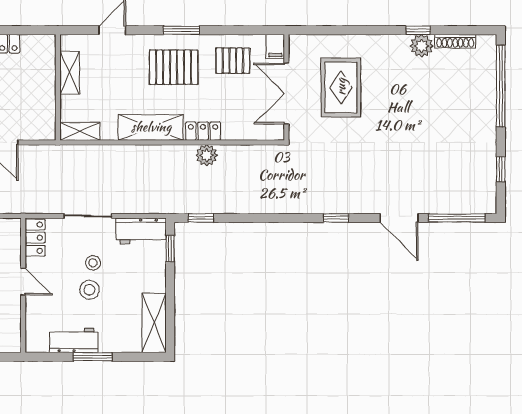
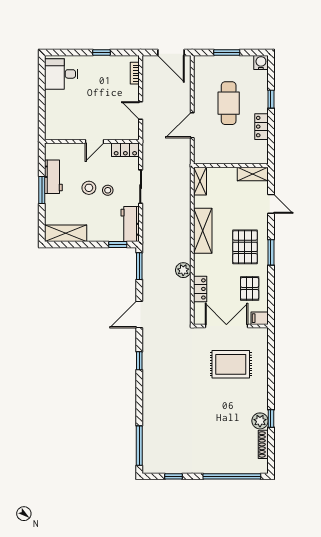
shelving: (70, 73) -> (253, 174), moved
locker: (203, 131) -> (200, 289), moved
window: (201, 218) -> (139, 266), width x1.50
door: (399, 218) -> (139, 314), moved

